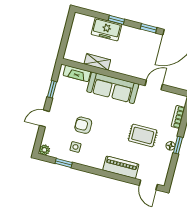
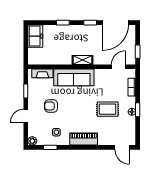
freezer: (106, 29) -> (35, 36), moved, turned -90
shelving: (97, 62) -> (83, 60), moved
door: (154, 85) -> (118, 67), moved
armchair: (83, 125) -> (51, 106), moved
piano: (121, 167) -> (84, 139), moved

